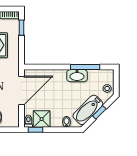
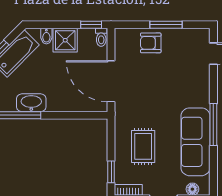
door: (22, 90) -> (111, 81), hinge flipped
shower: (42, 119) -> (65, 40), moved

